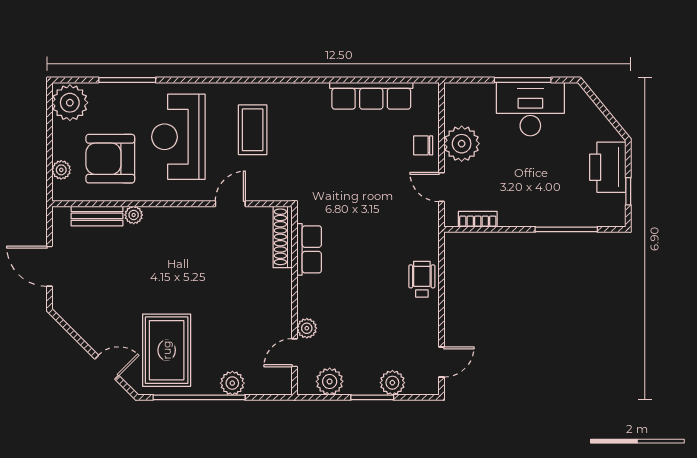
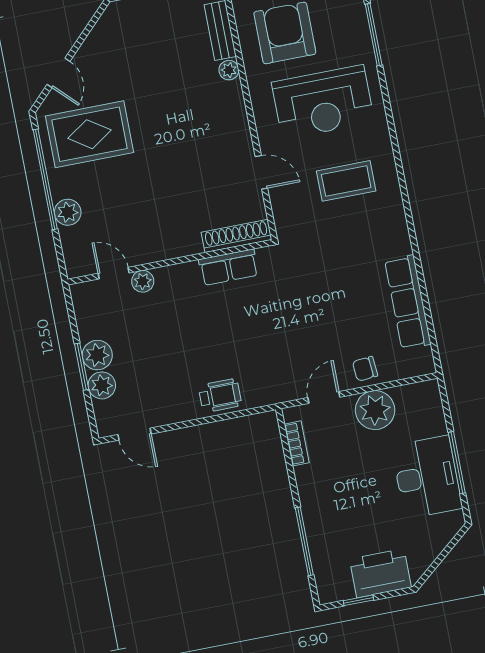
reception desk: (178, 137) -> (323, 102), turned 180
chair: (423, 145) -> (365, 369), turned -95
plant: (330, 381) -> (97, 355), moved

